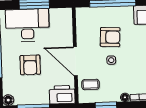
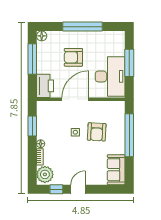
desk: (27, 25) -> (110, 76), moved
coffee table: (91, 84) -> (53, 112), removed

